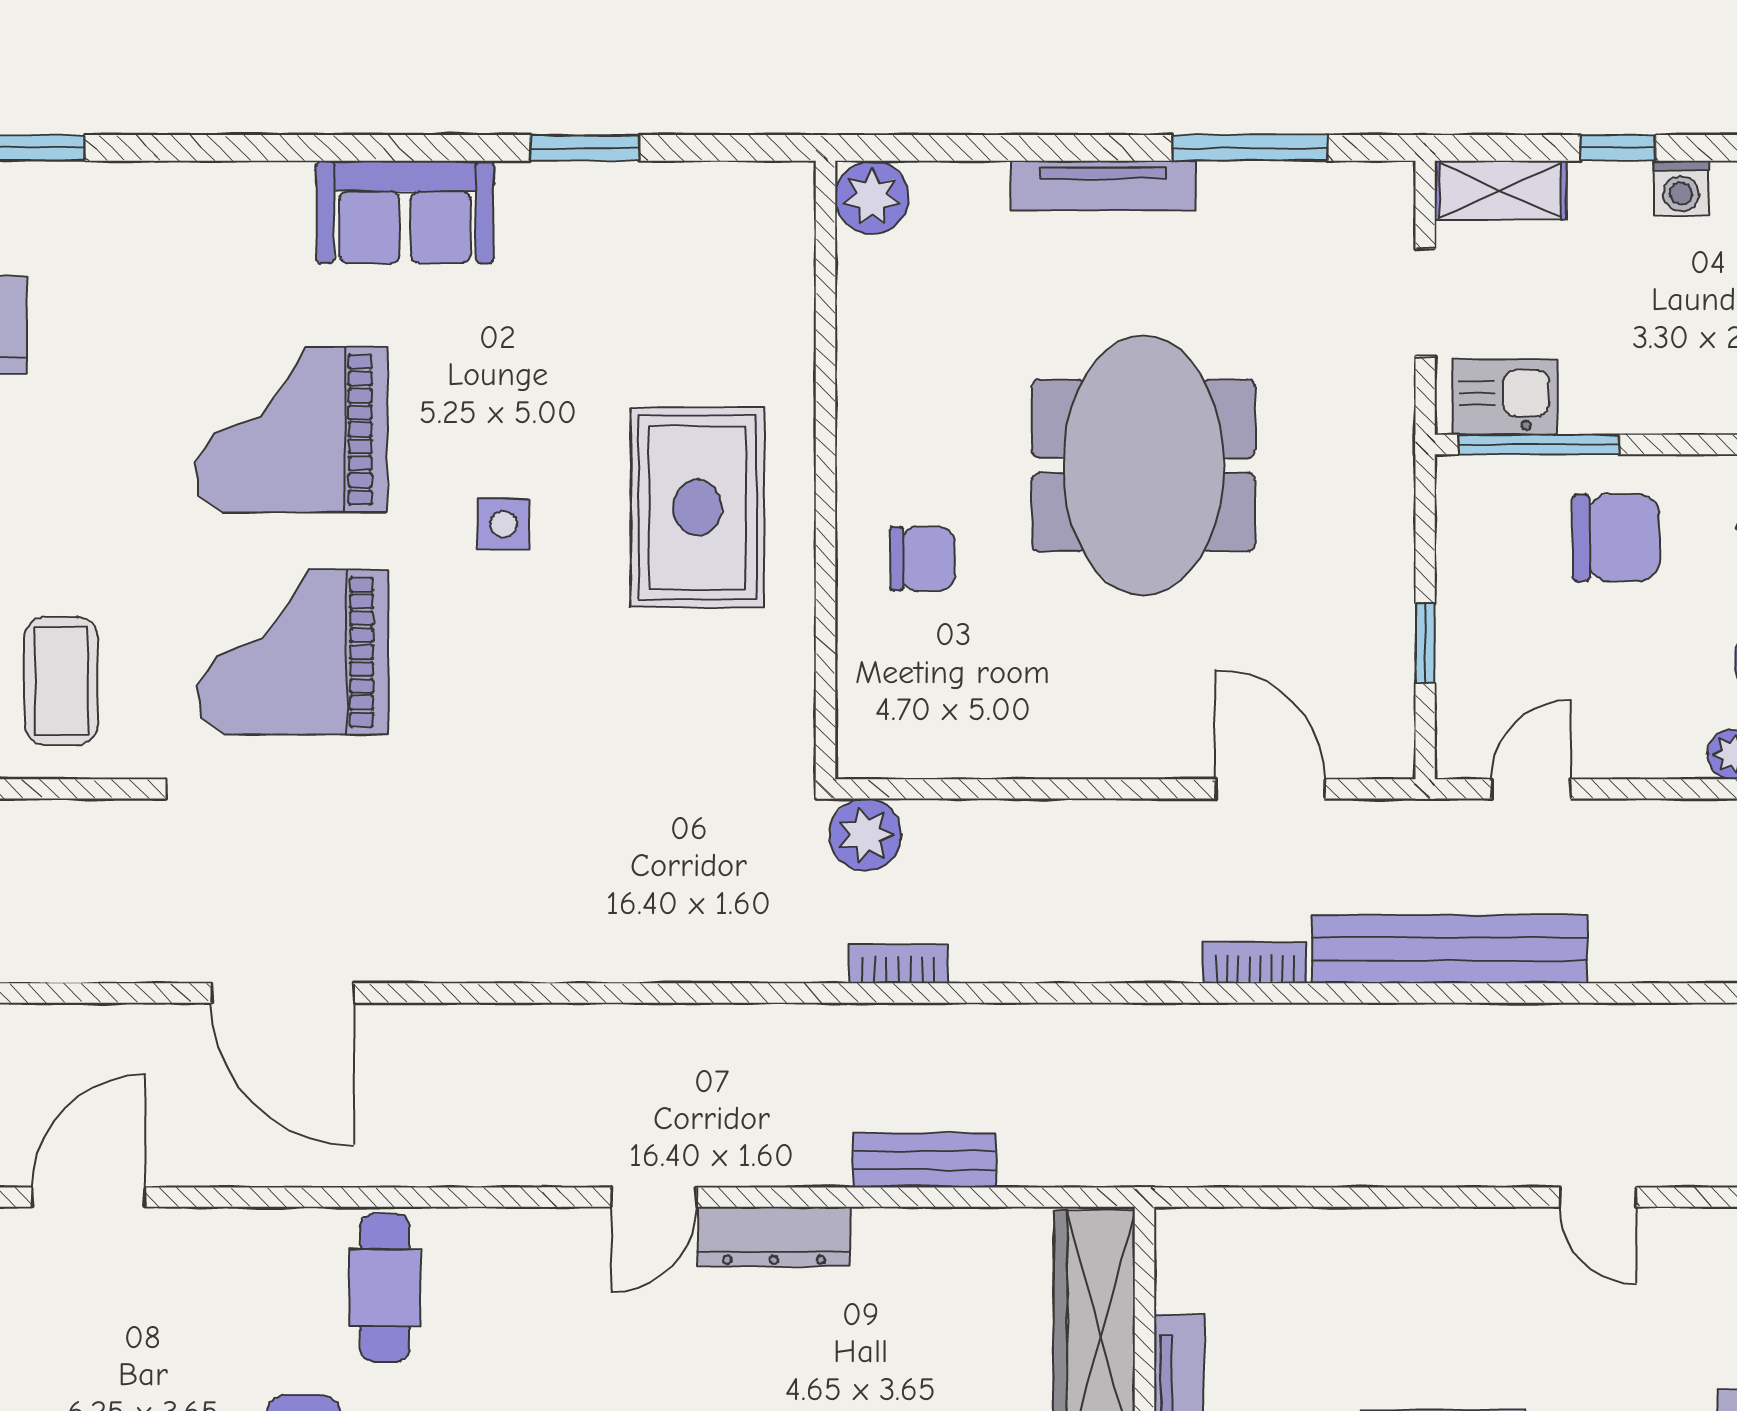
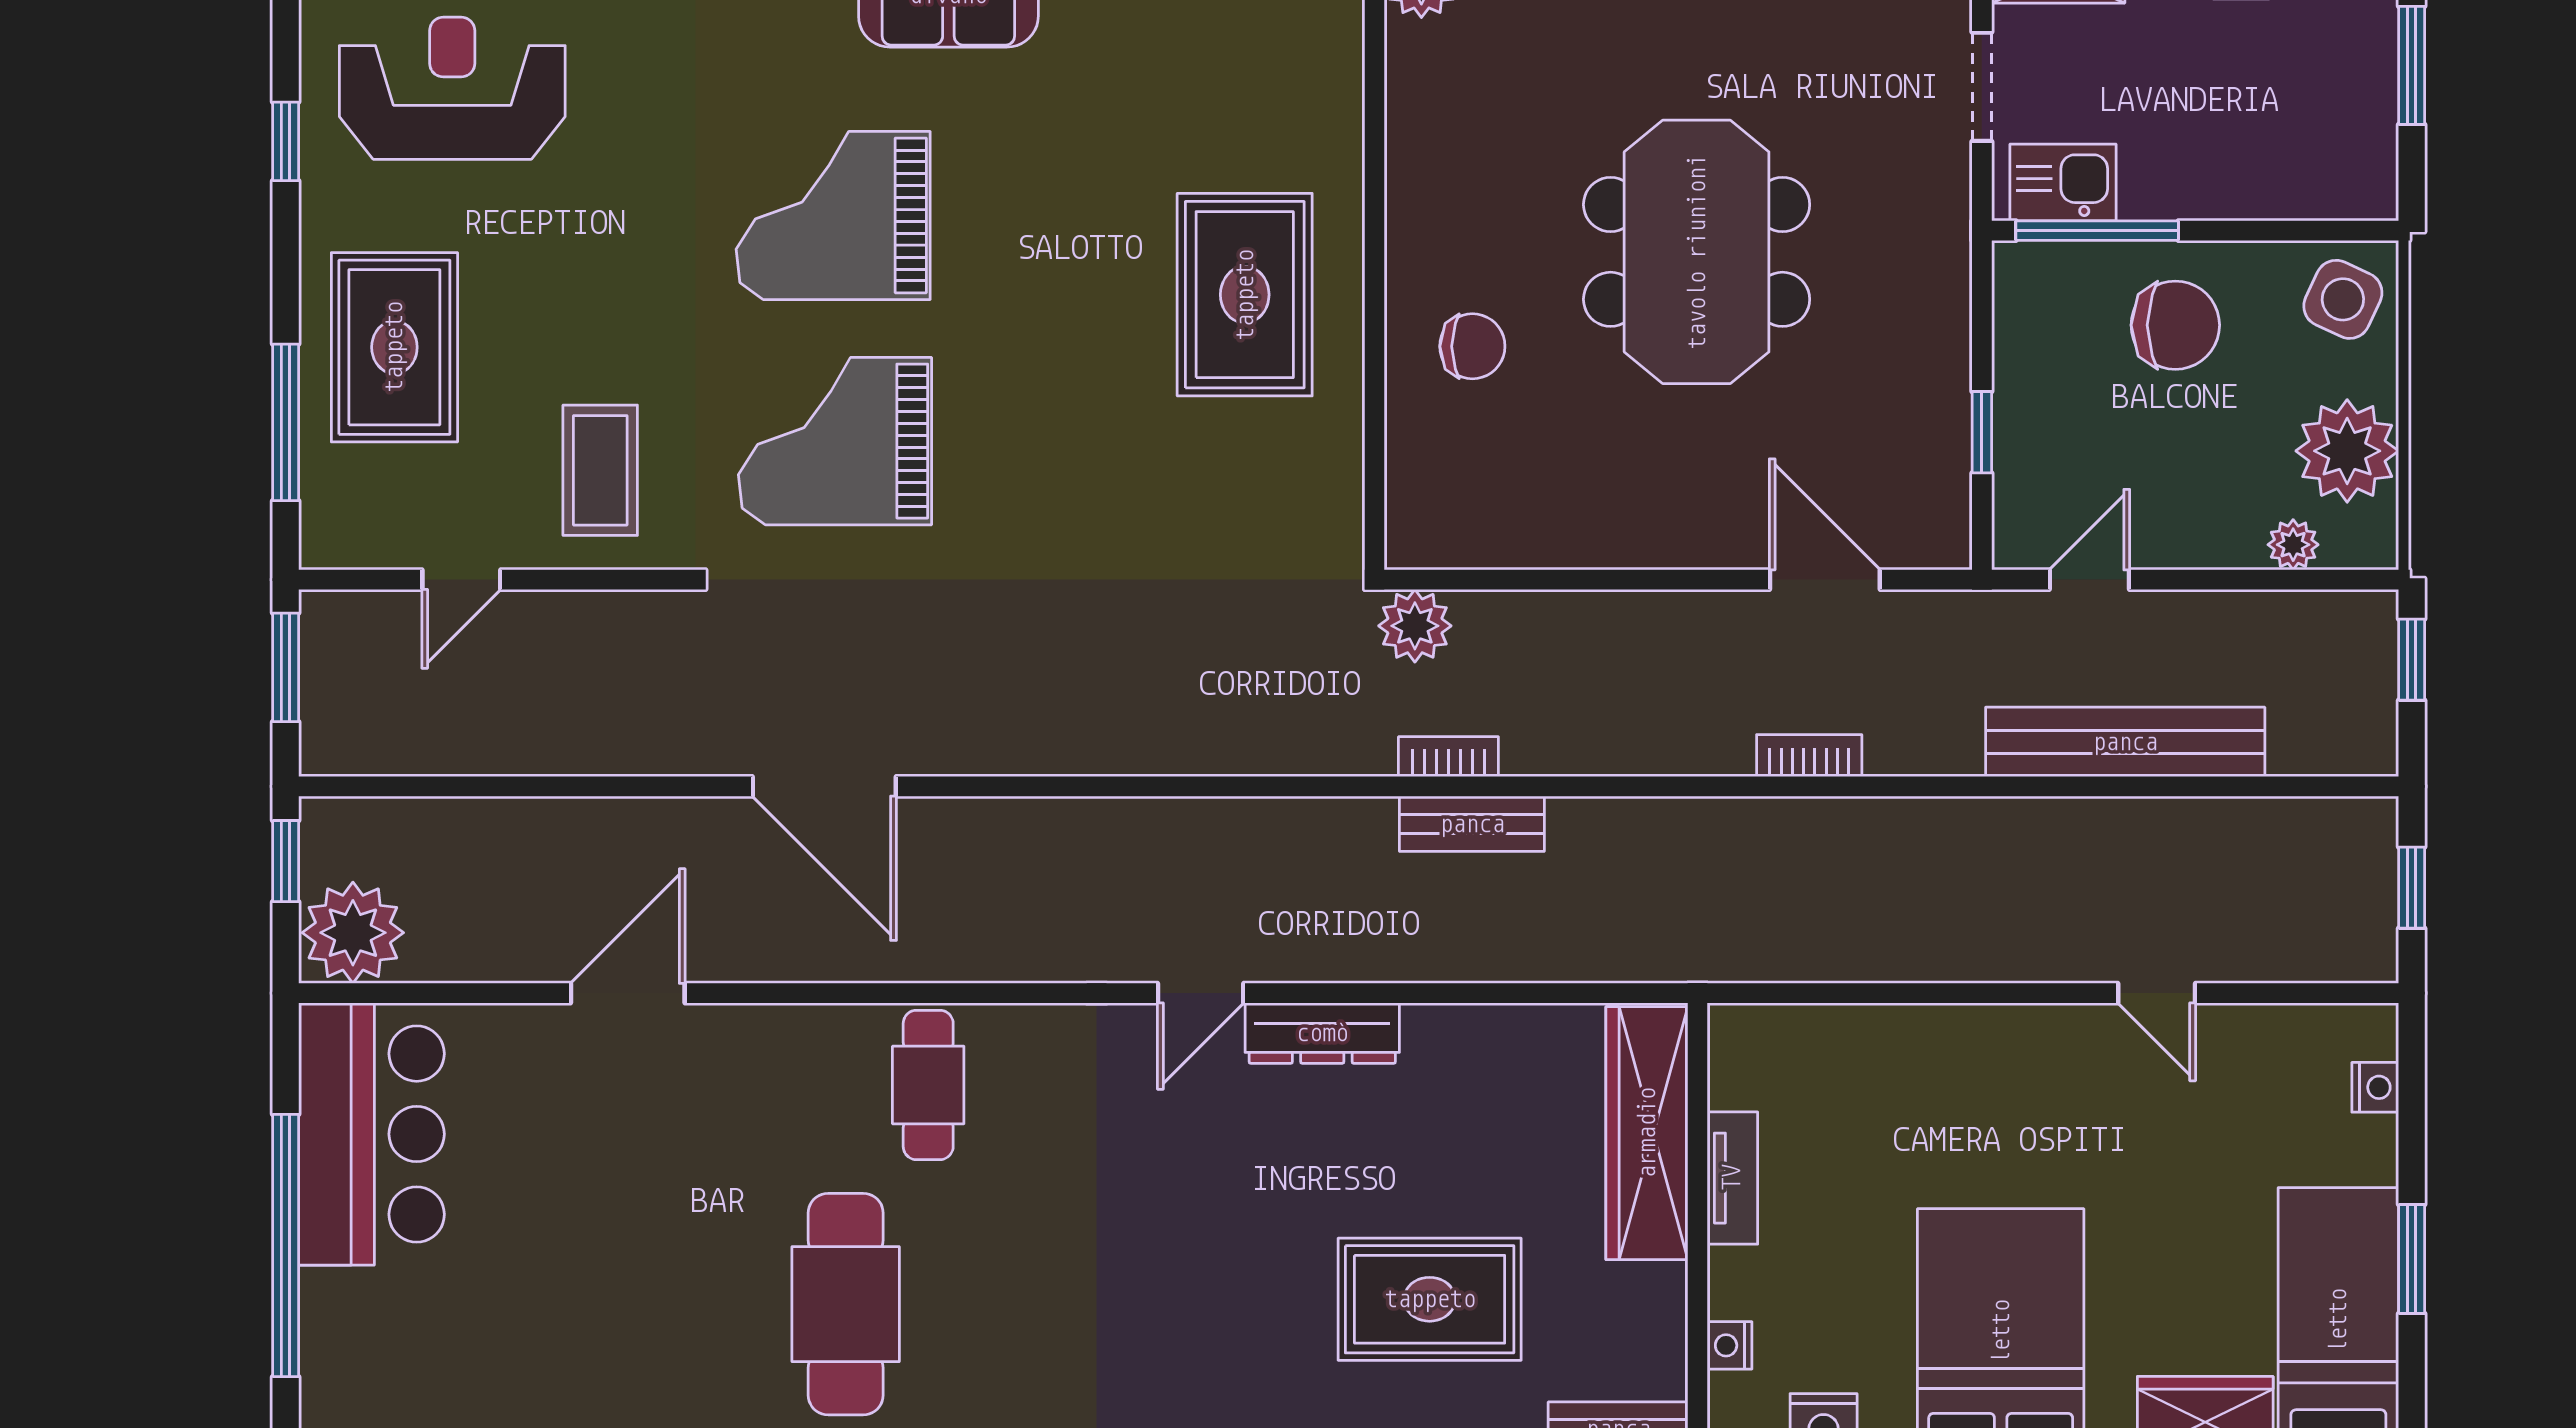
side table: (503, 524) -> (1048, 311), removed
bench: (1449, 949) -> (2125, 742), moved
bench: (925, 1160) -> (1472, 824), moved

